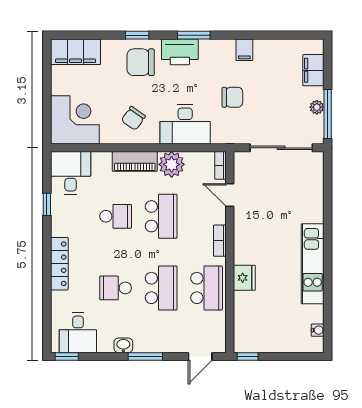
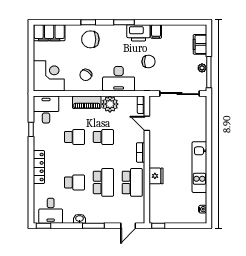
printer: (180, 52) -> (138, 33), moved
school desk: (161, 216) -> (103, 137), width x0.54
school desk: (116, 288) -> (75, 182), turned 180

